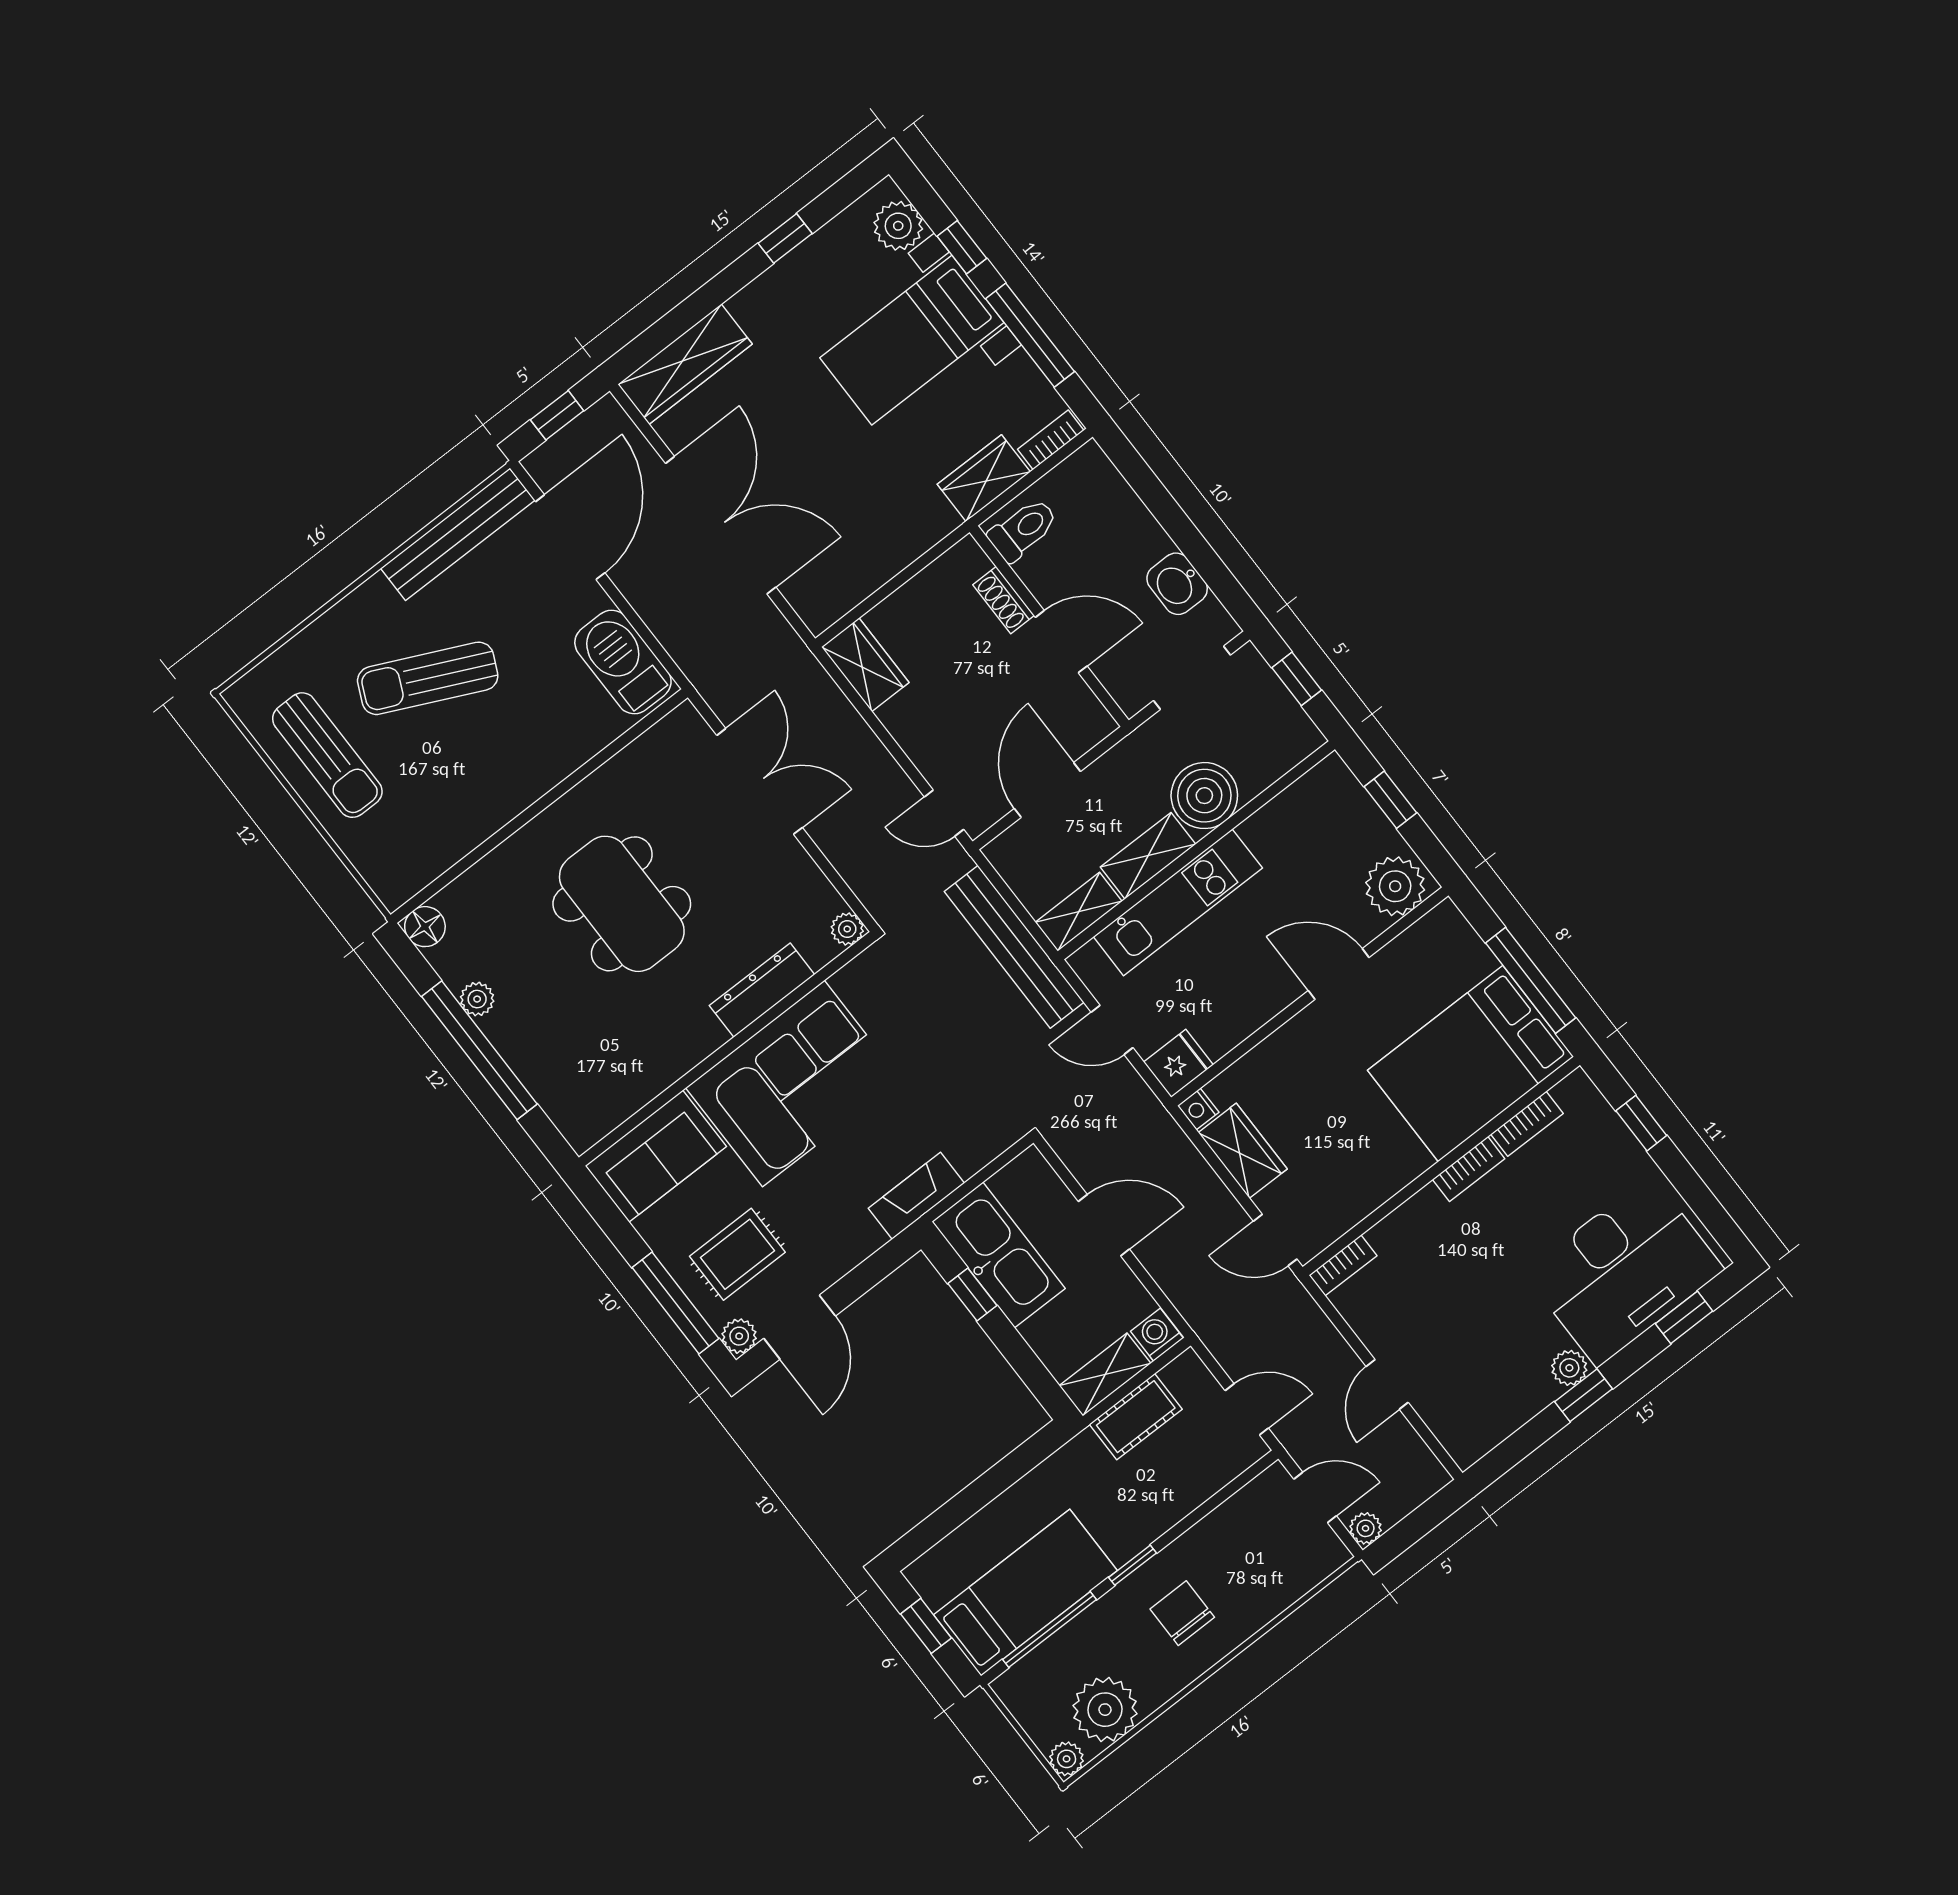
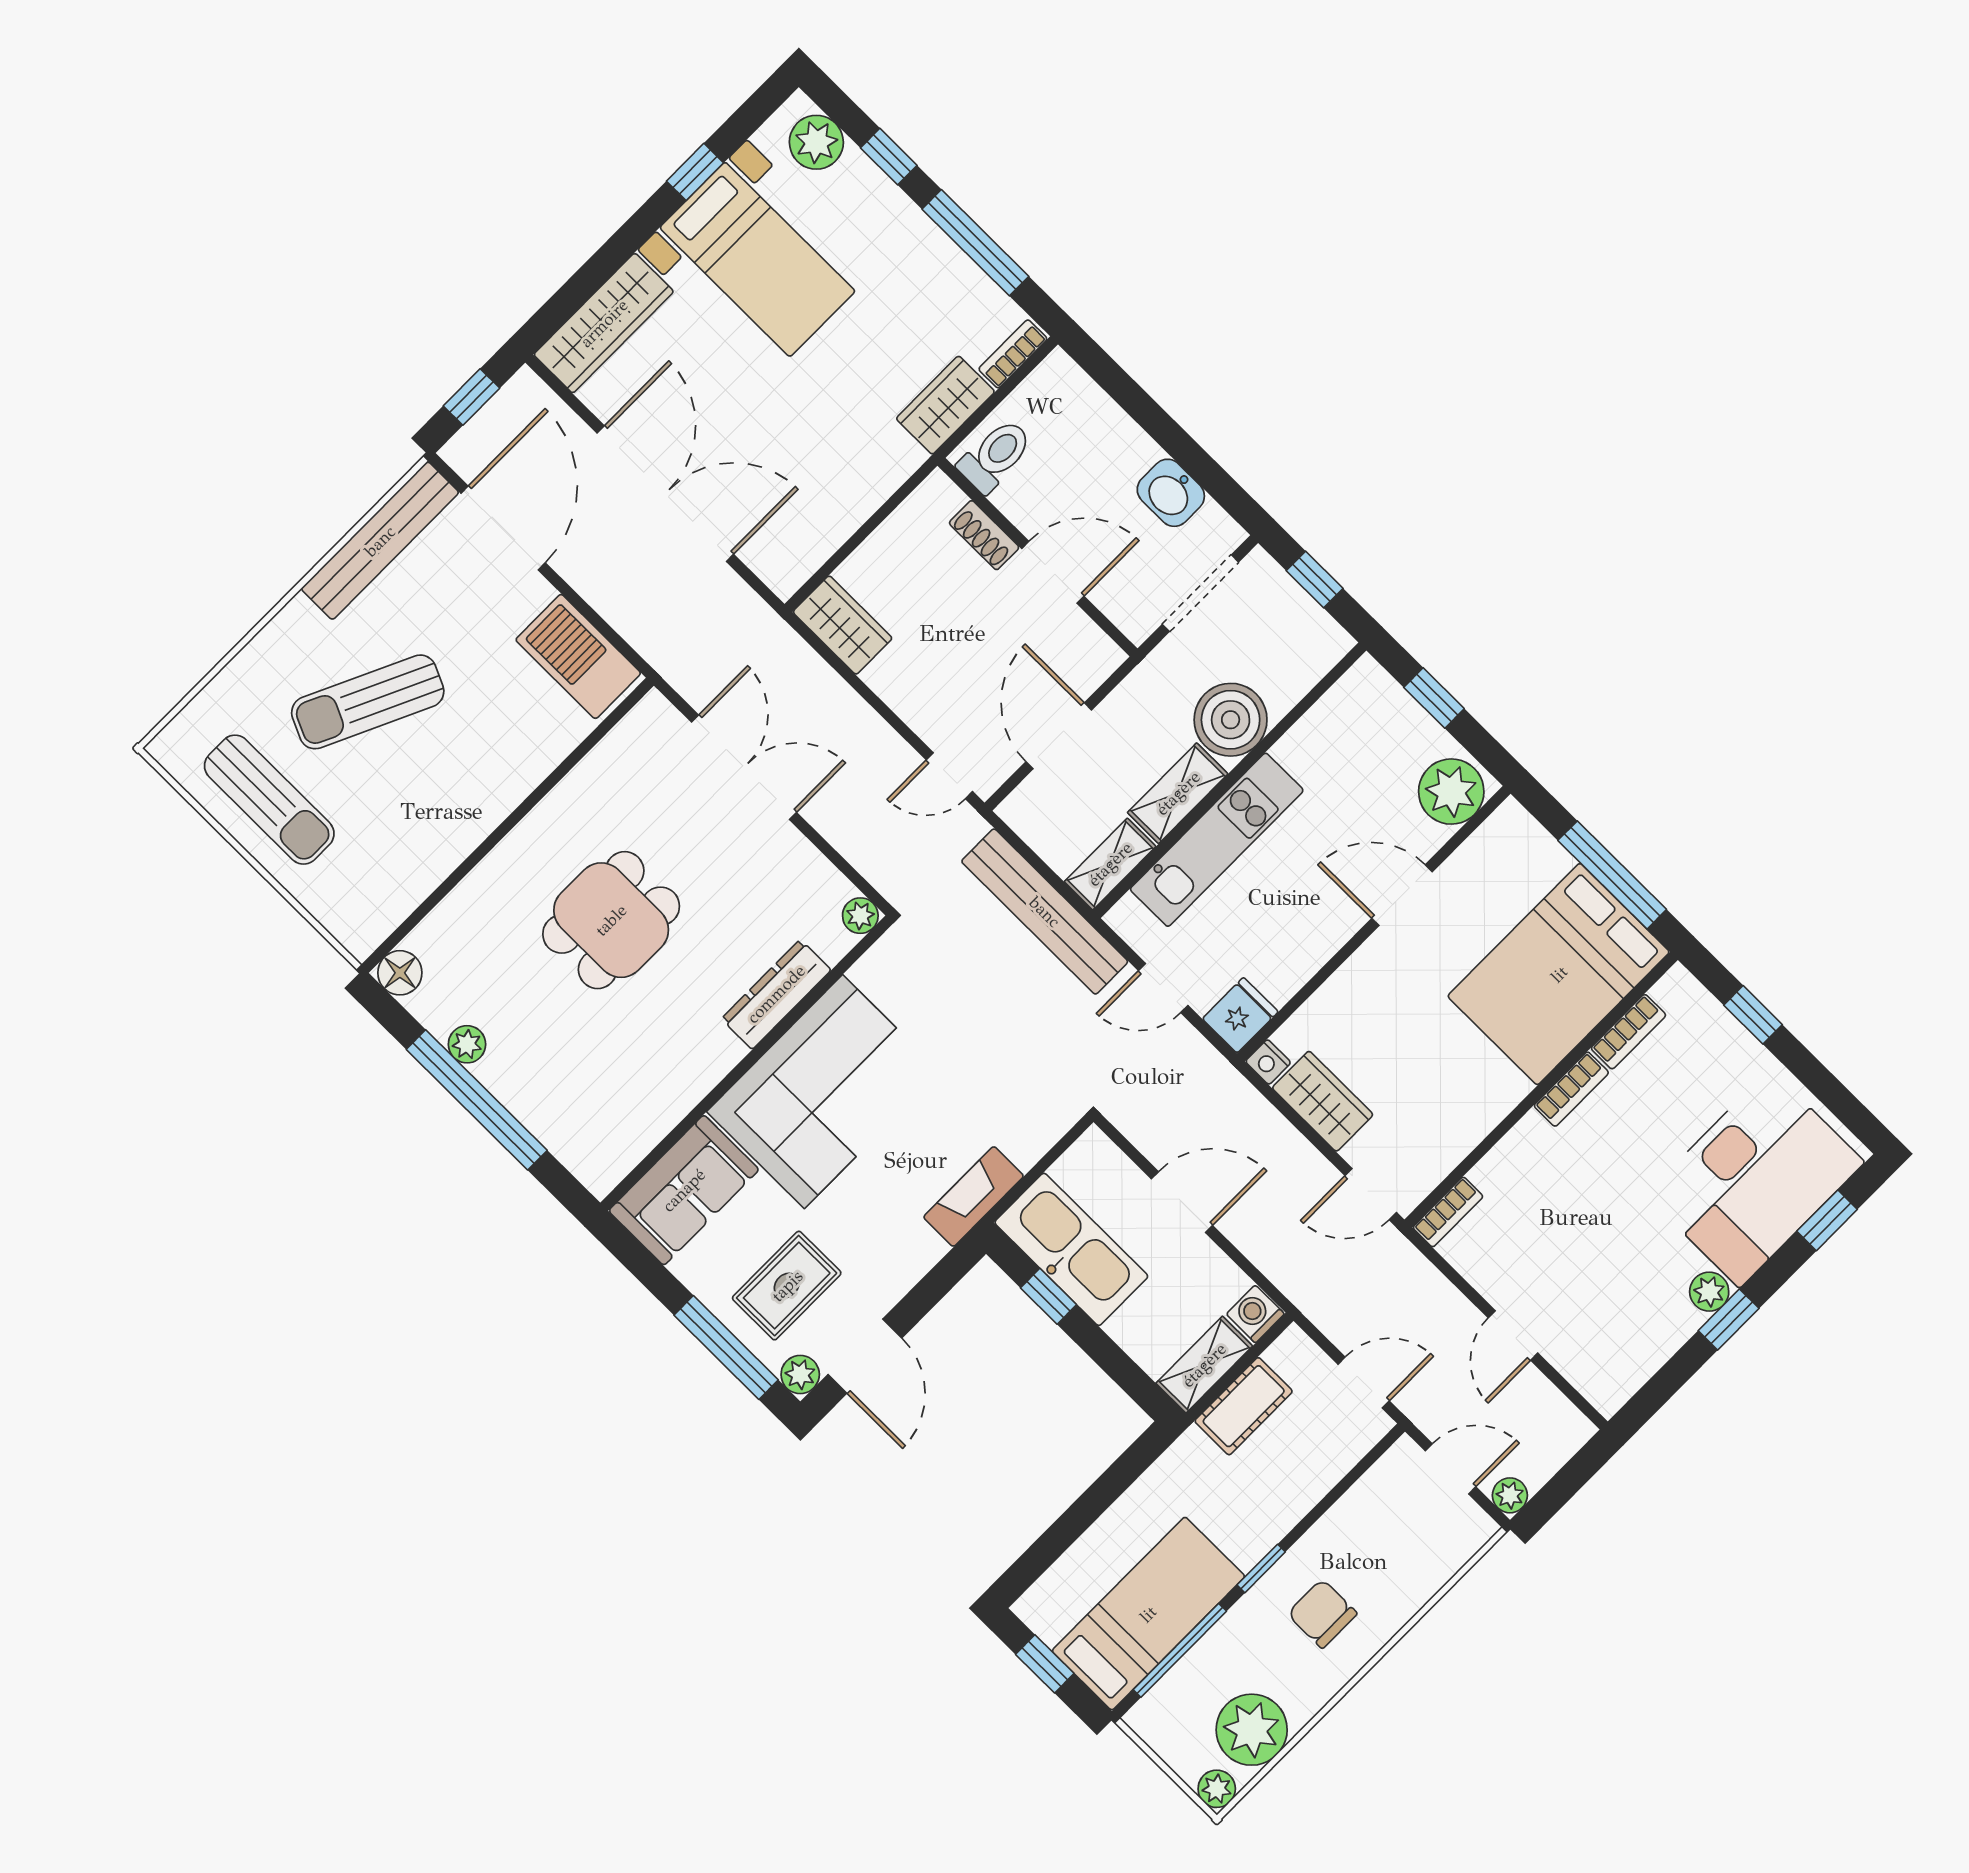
bed with nightstands: (912, 340) -> (757, 259), moved, turned -90
dining table: (622, 904) -> (611, 920), width x0.73

